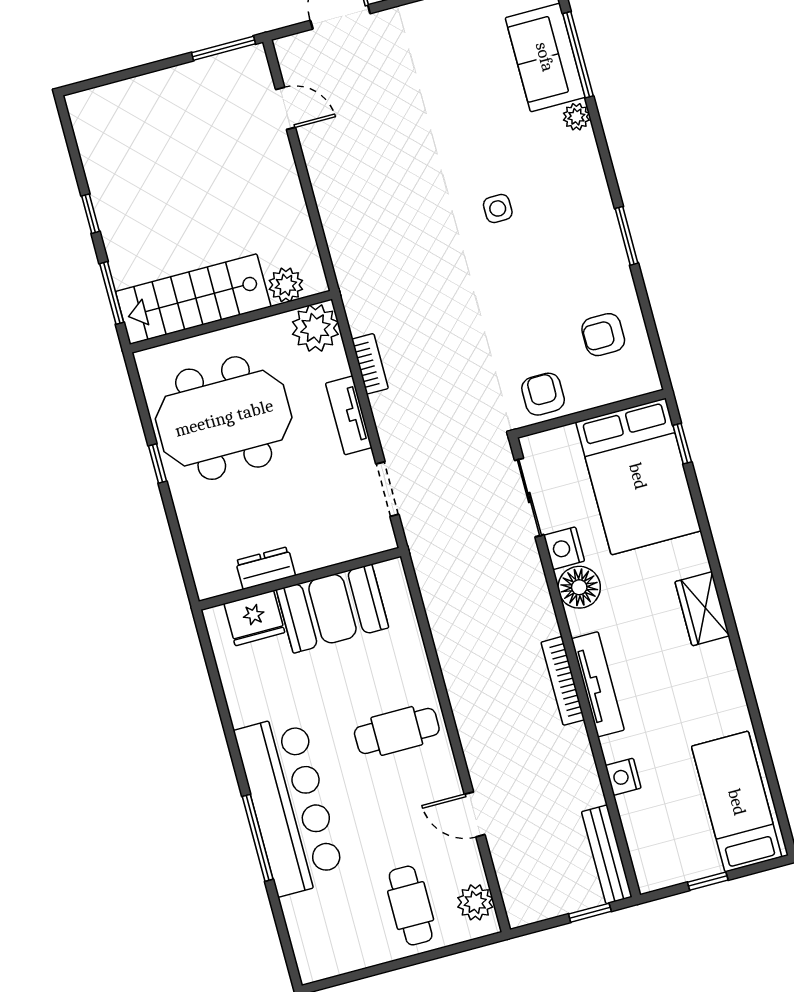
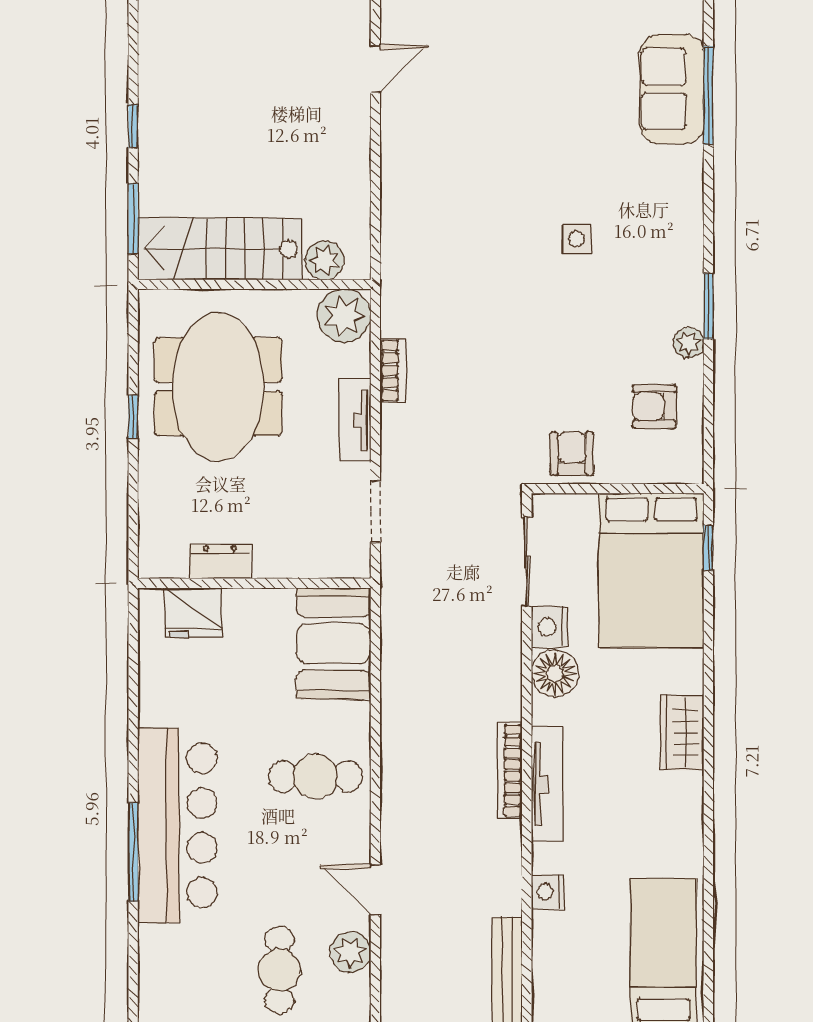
door: (285, 108) -> (375, 69), hinge flipped
plant: (576, 117) -> (689, 343), moved
meeting table: (224, 418) -> (218, 387), turned 90
booth: (332, 609) -> (334, 644), moved, turned 90
plant: (475, 902) -> (350, 952), moved

